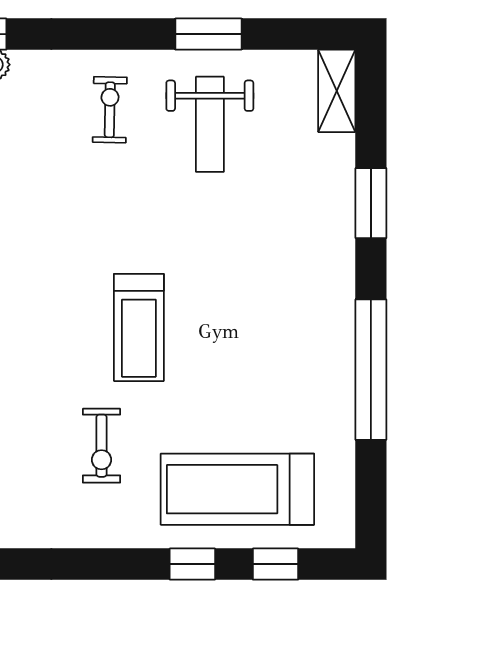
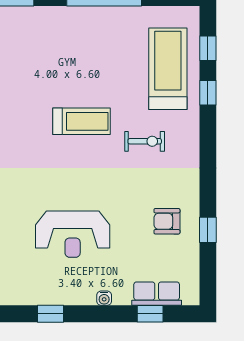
treadmill: (237, 489) -> (168, 69), turned 180

